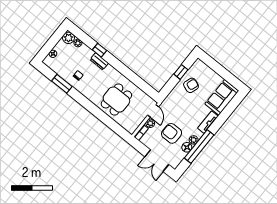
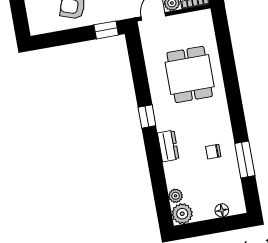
window: (100, 50) -> (147, 116), moved
window: (181, 72) -> (106, 30), moved
dining table: (116, 100) -> (190, 74), turned 90

